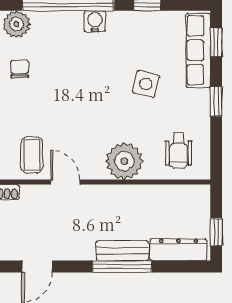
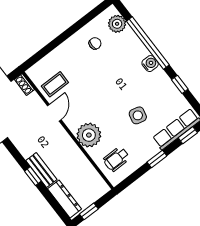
window: (122, 267) -> (33, 176), width x0.46

